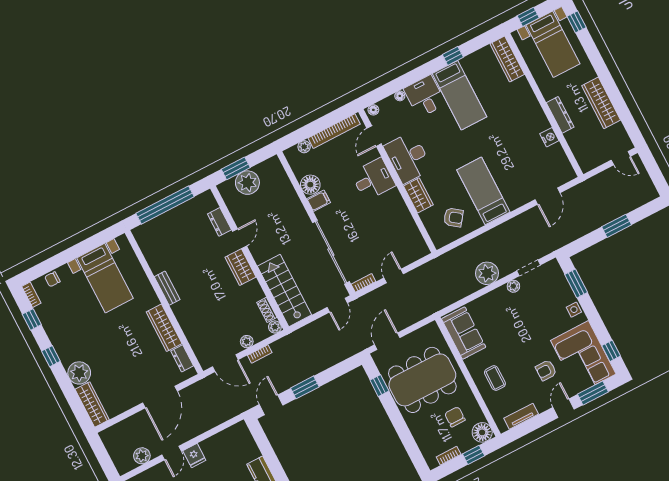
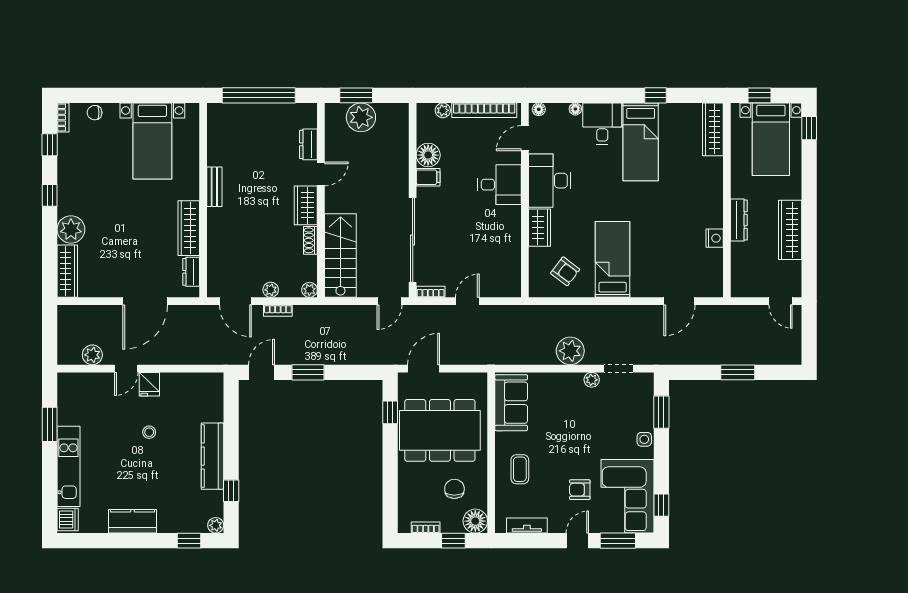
shoe rack: (267, 310) -> (310, 240), moved

